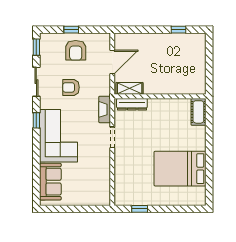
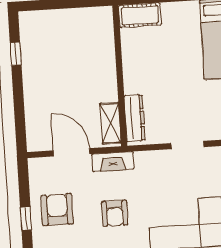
armchair: (76, 50) -> (57, 210), turned -90
fireplace: (105, 109) -> (113, 162), moved

